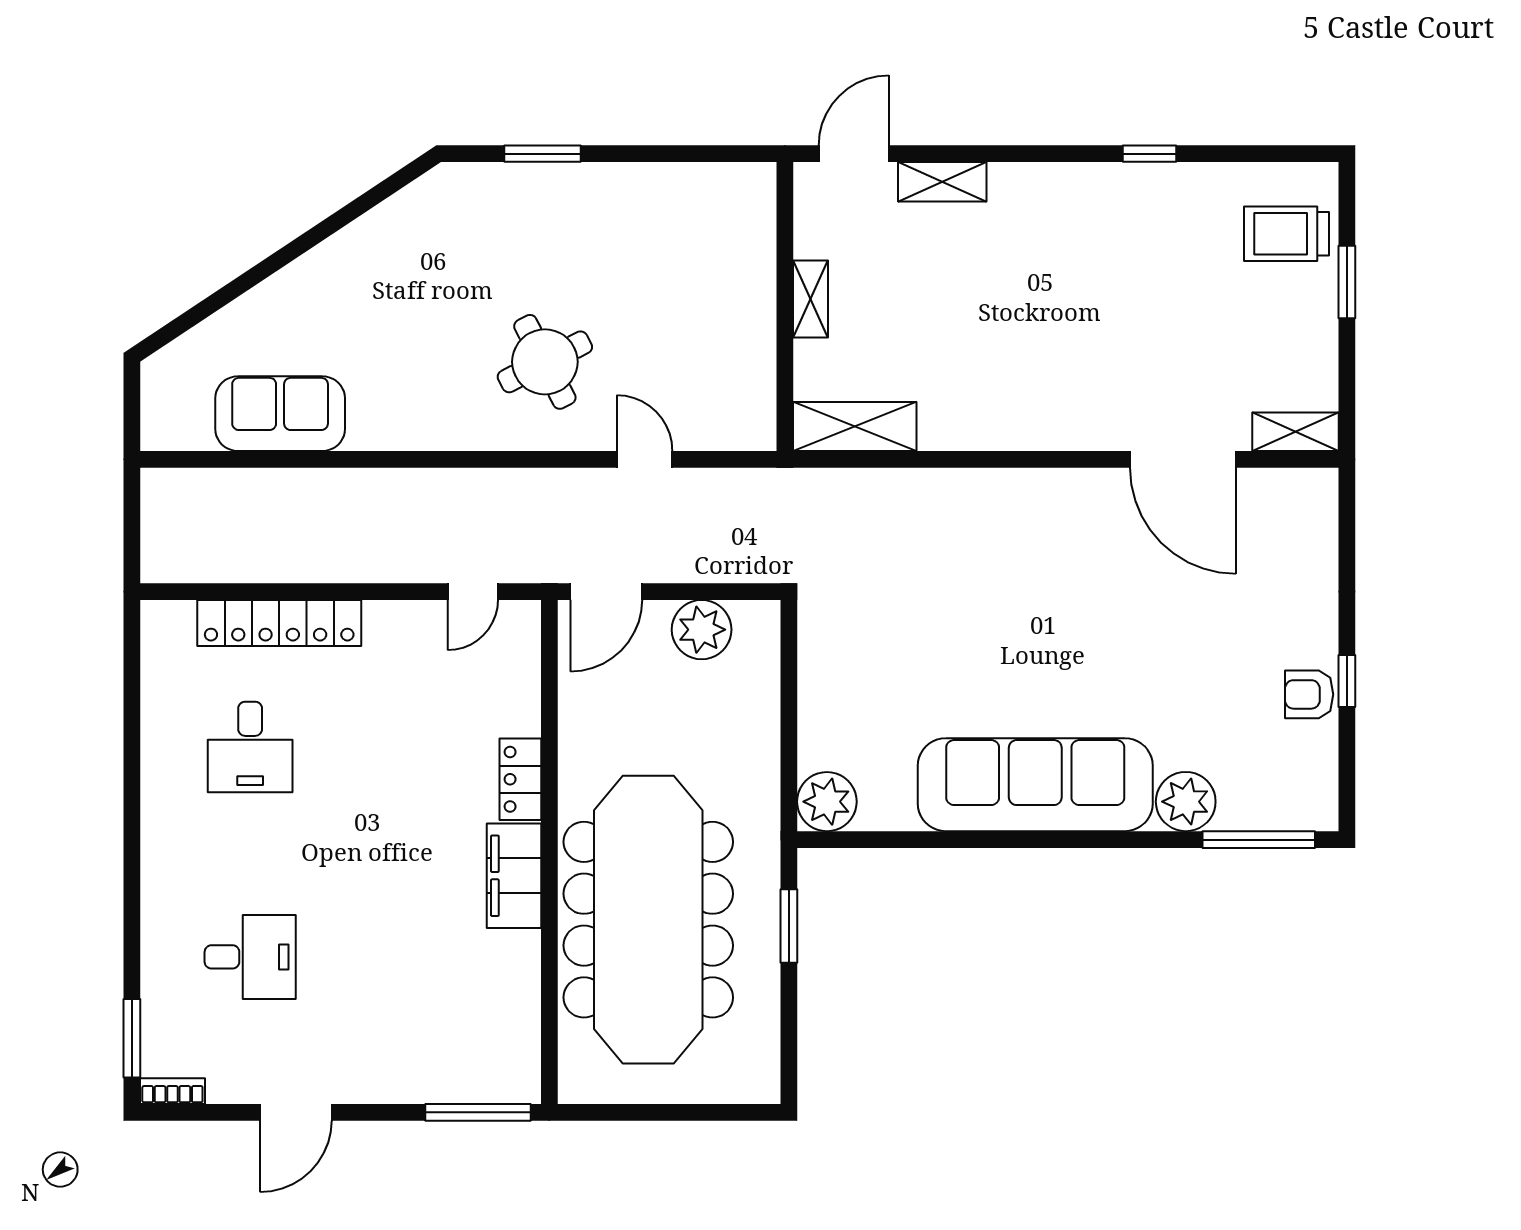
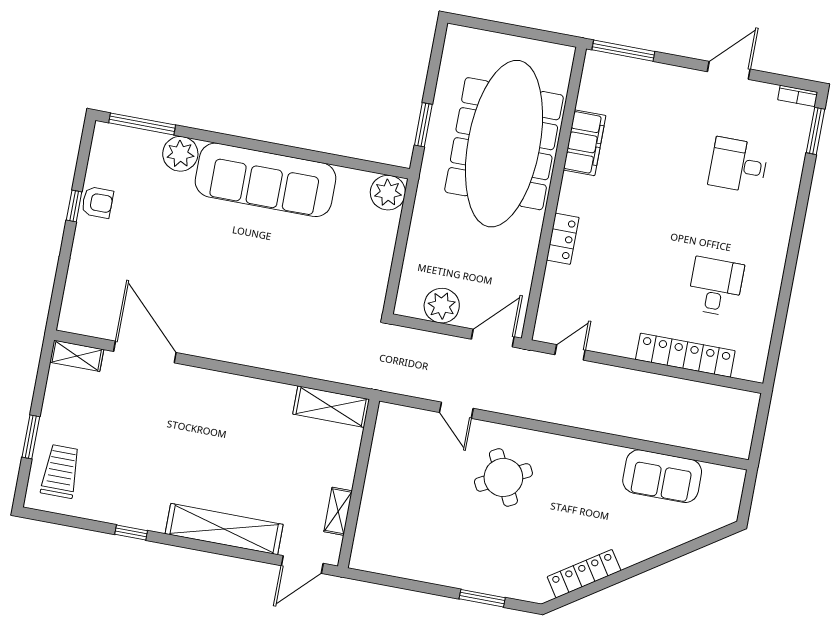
shelving: (942, 182) -> (224, 529), width x2.20, depth x1.33
locker: (380, 226) -> (584, 574), added
trolley: (1287, 234) -> (61, 471), turned -90
shelving: (810, 299) -> (338, 511), moved
filing cabinet: (514, 876) -> (585, 143), moved

